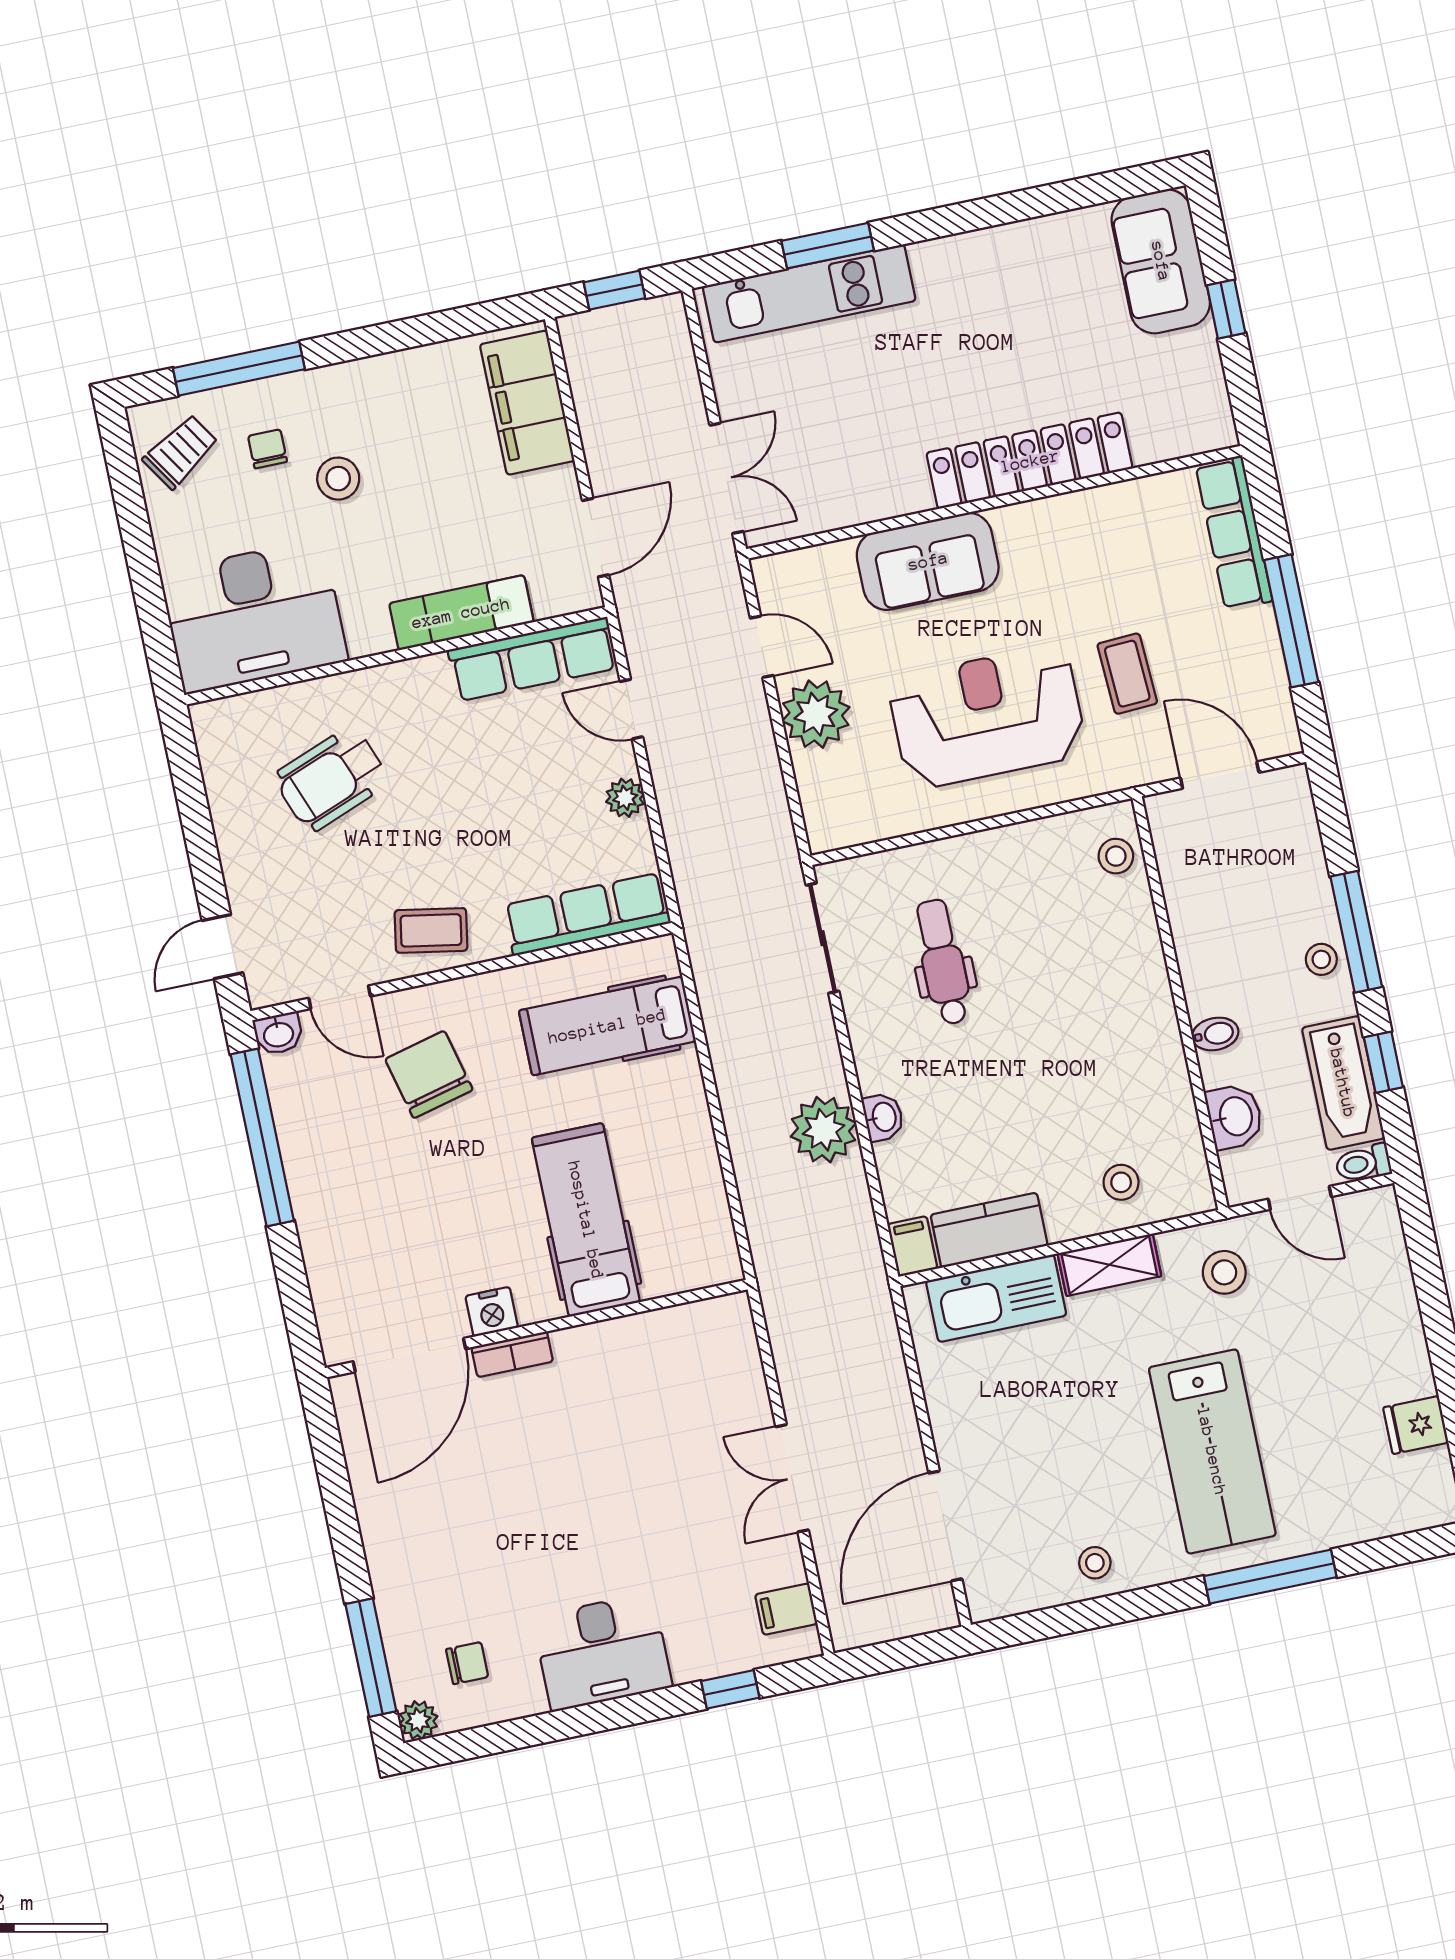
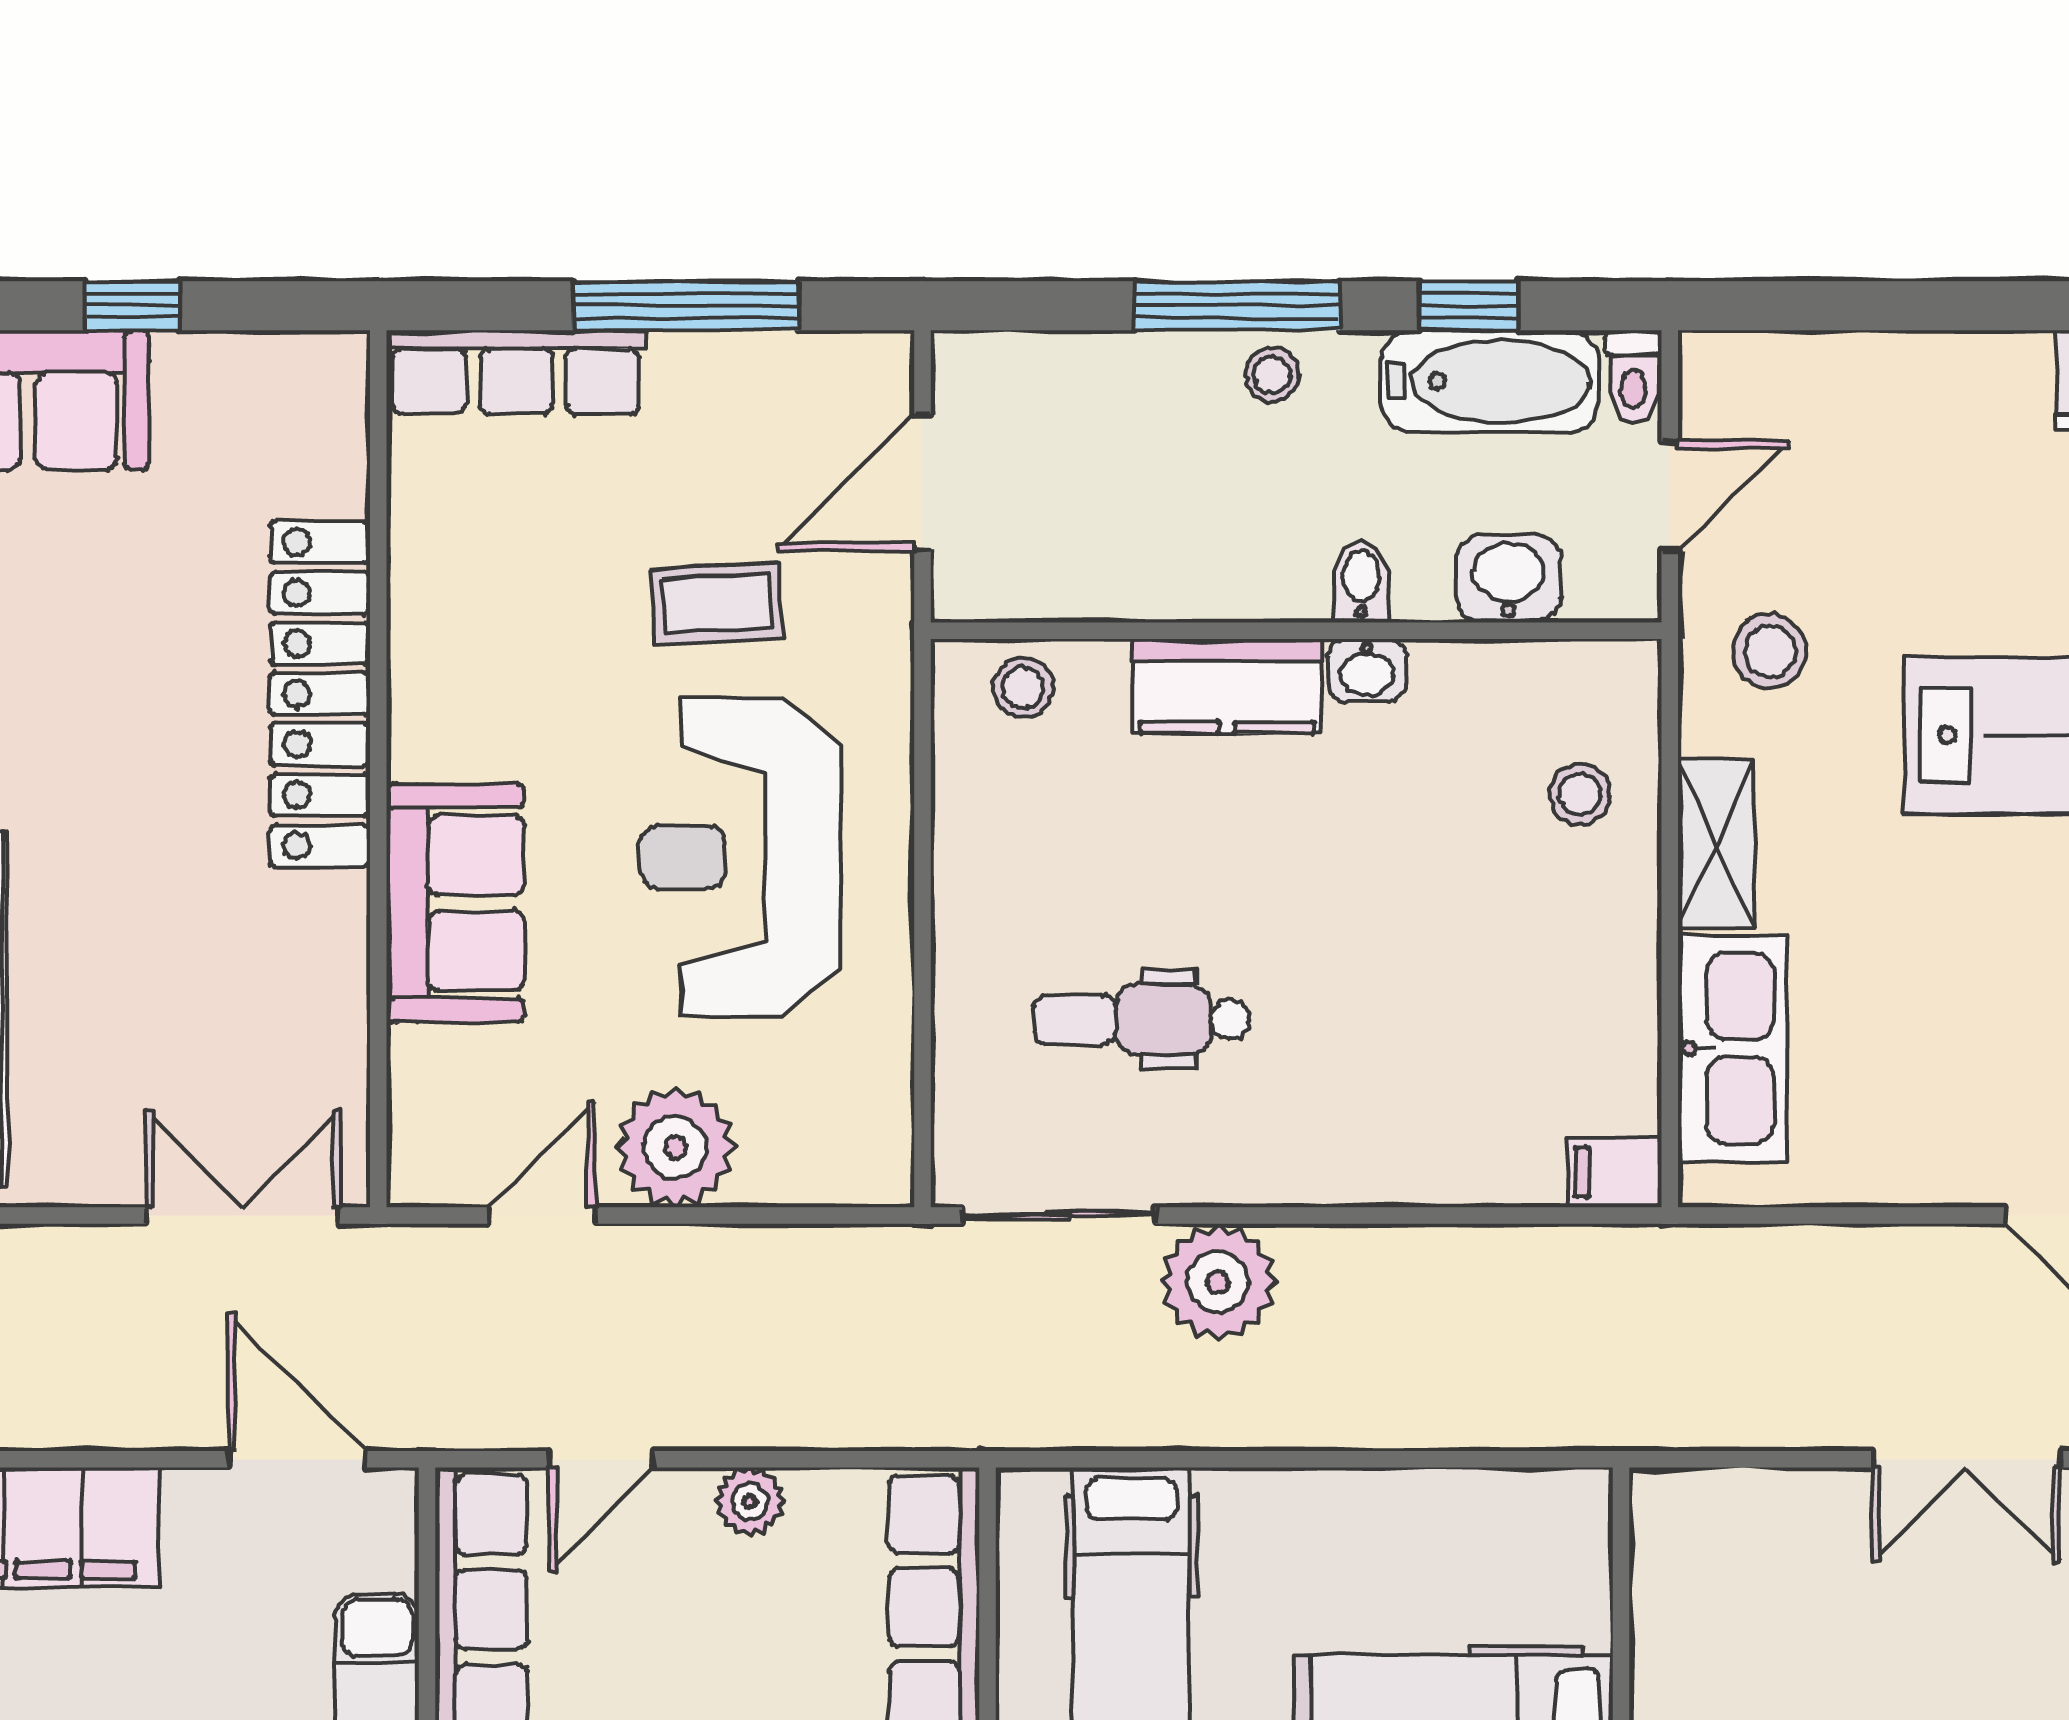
washbasin: (883, 1117) -> (1367, 670), moved, turned 180
plant: (824, 1130) -> (1218, 1282), moved
kitchen counter: (989, 1230) -> (1227, 686), moved, turned -90

